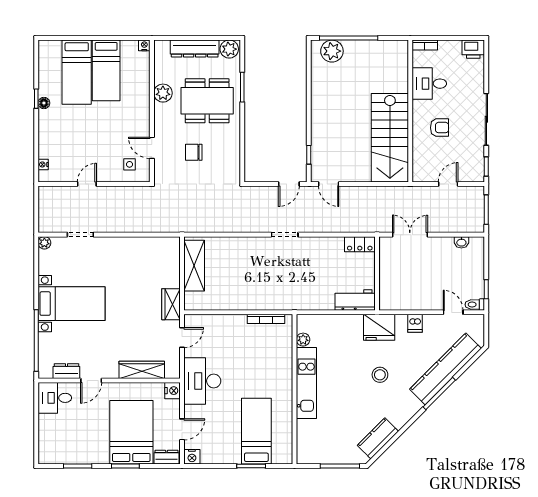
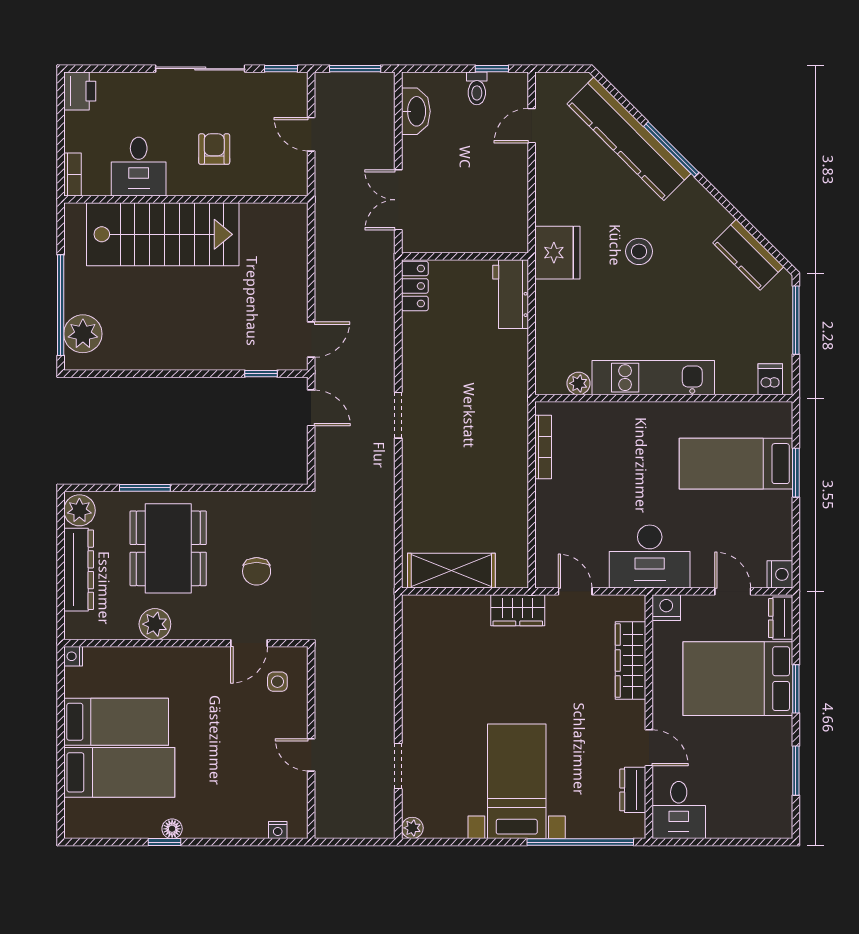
stairs: (390, 138) -> (163, 234), moved
washbasin: (461, 242) -> (416, 111), width x1.91, depth x1.45
toilet: (475, 305) -> (477, 88), moved
dishwasher: (415, 323) -> (770, 379), moved, turned -90

